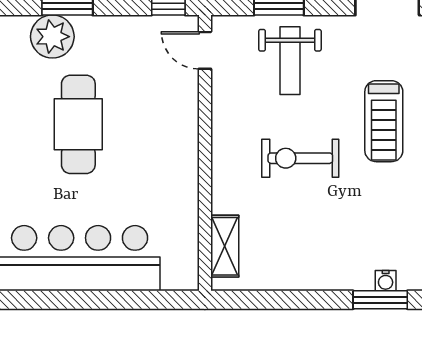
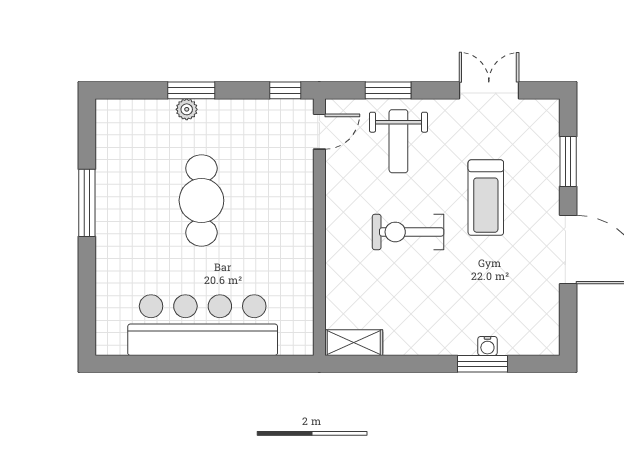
plant: (52, 37) -> (187, 109), width x0.53, depth x0.53
door: (205, 50) -> (319, 132), swing flipped
shelving: (225, 246) -> (354, 343), moved, turned 90

